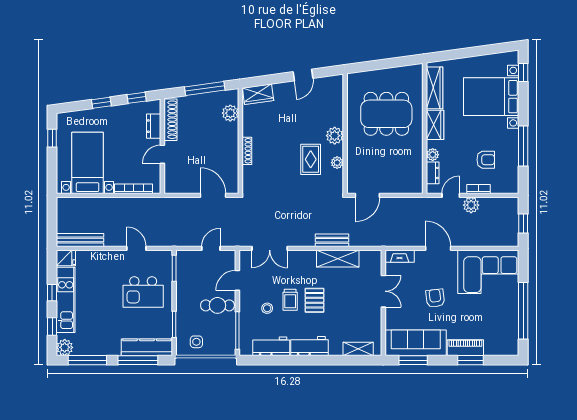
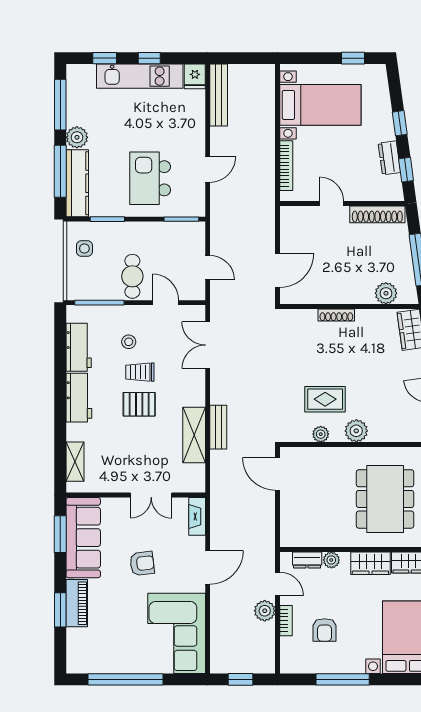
dresser: (154, 126) -> (389, 158), moved, turned -98
plant: (65, 347) -> (77, 137), moved

